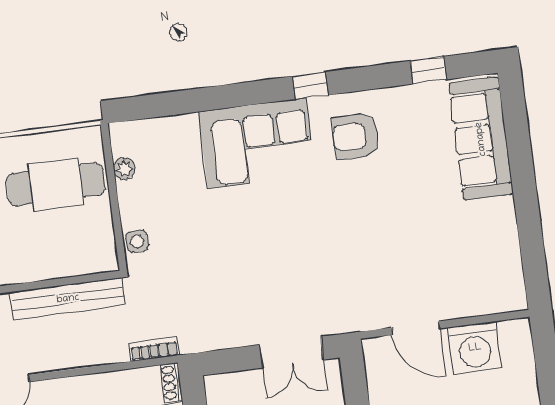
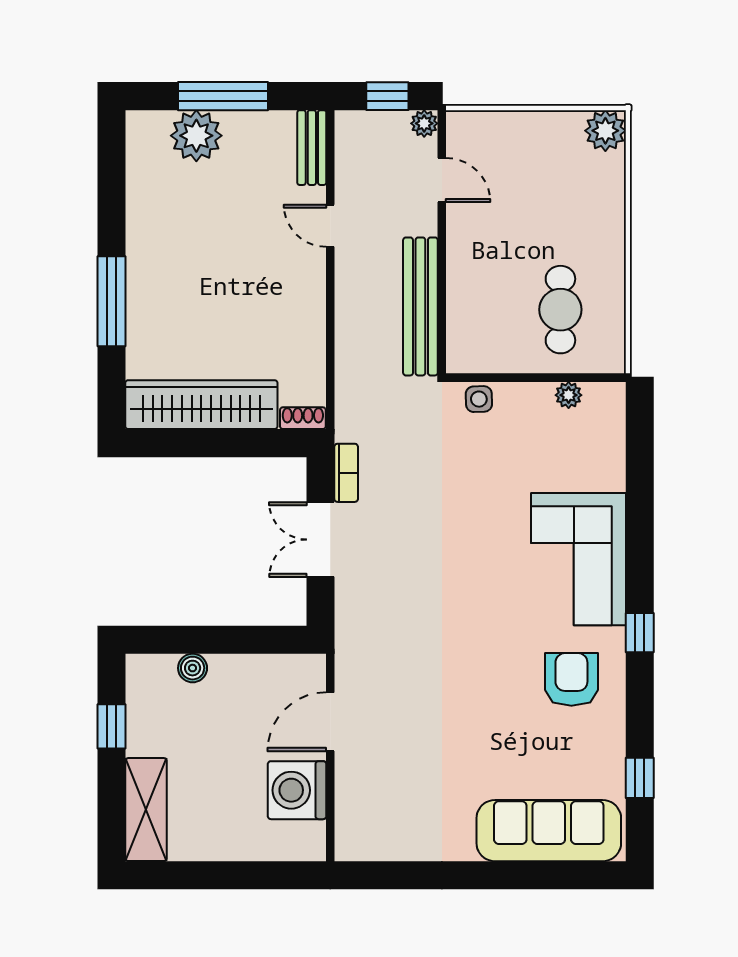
cafe table: (56, 184) -> (560, 310), width x0.73, depth x0.74
bookcase: (154, 349) -> (346, 473), moved
double door: (291, 352) -> (321, 540), moved

